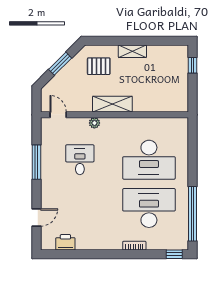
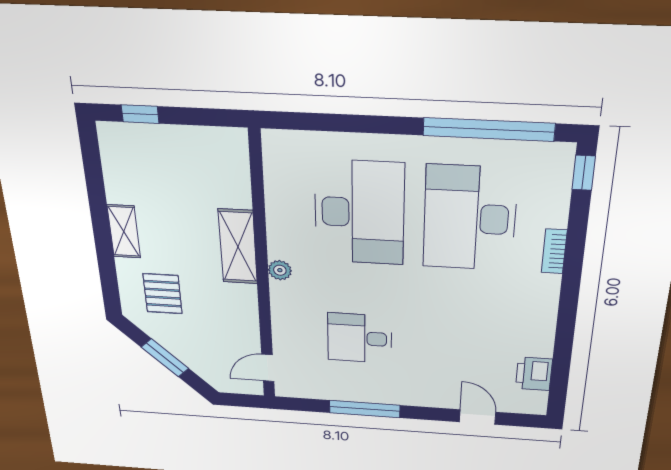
shelving: (112, 104) -> (238, 247), moved
plant: (94, 123) -> (280, 270), moved

